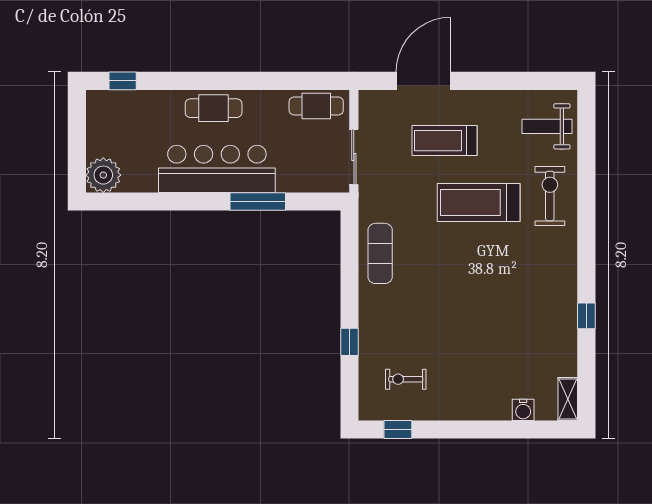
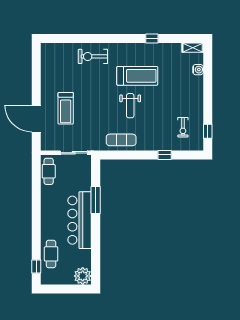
cafe table: (214, 108) -> (51, 254), moved
weight bench: (547, 126) -> (130, 106), moved
treadmill: (479, 203) -> (137, 76), moved, turned -90

